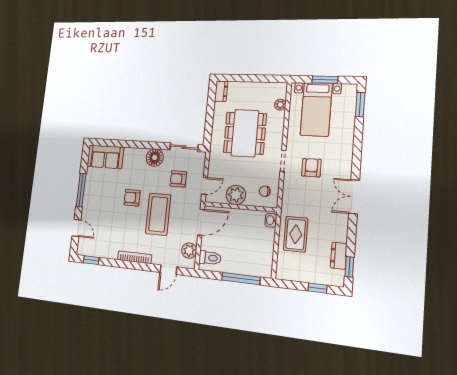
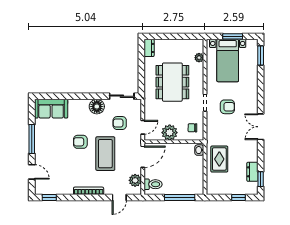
armchair: (311, 168) -> (227, 107), turned 90

